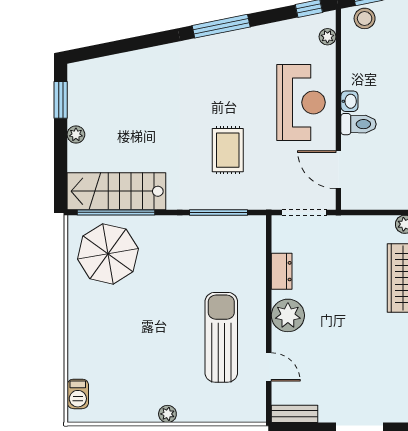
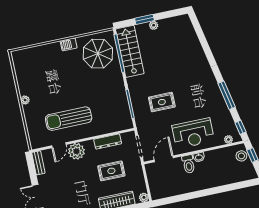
window: (221, 26) -> (227, 95), moved
window: (61, 100) -> (144, 19), moved
dresser: (282, 271) -> (108, 141), width x1.44
rug: (340, 276) -> (111, 171), added
plant: (288, 315) -> (76, 151), moved
sun lounger: (221, 337) -> (69, 119), turned 180
barbecue: (78, 394) -> (69, 44), moved

